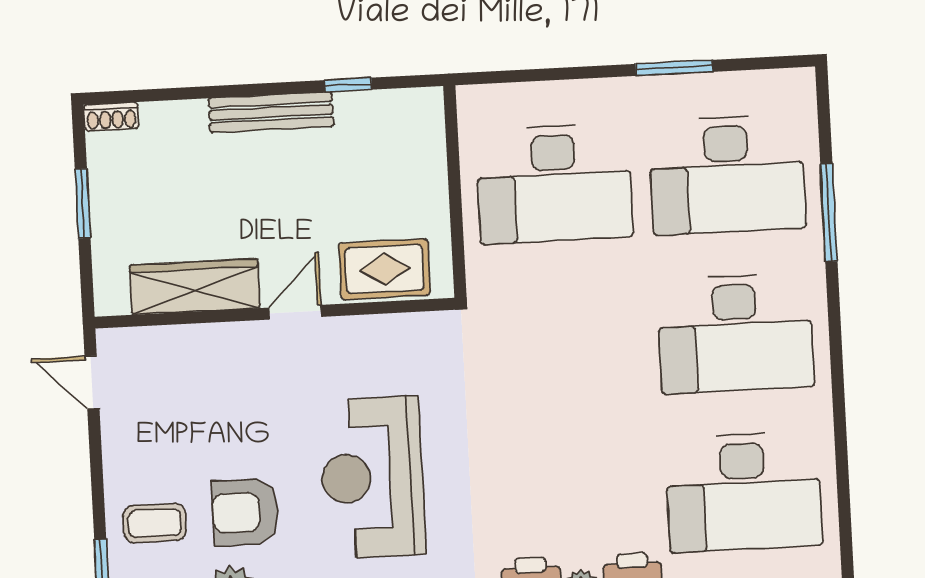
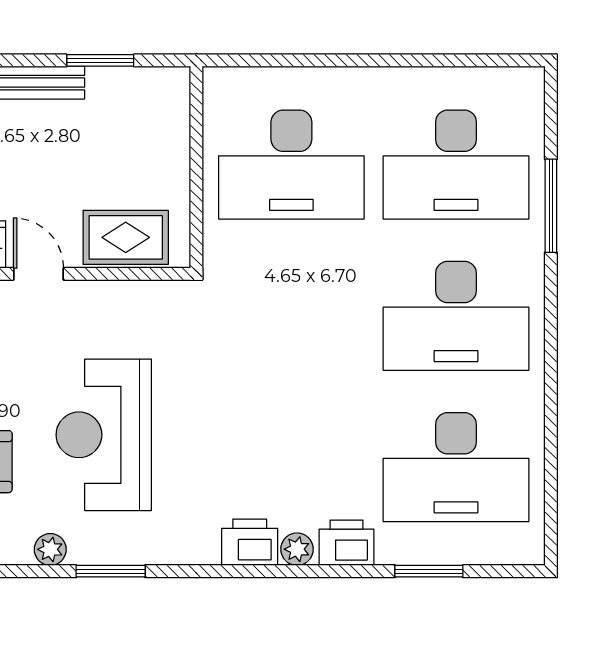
window: (674, 68) -> (411, 60), removed
window: (348, 85) -> (100, 60), width x1.50
door: (295, 312) -> (39, 274), hinge flipped

